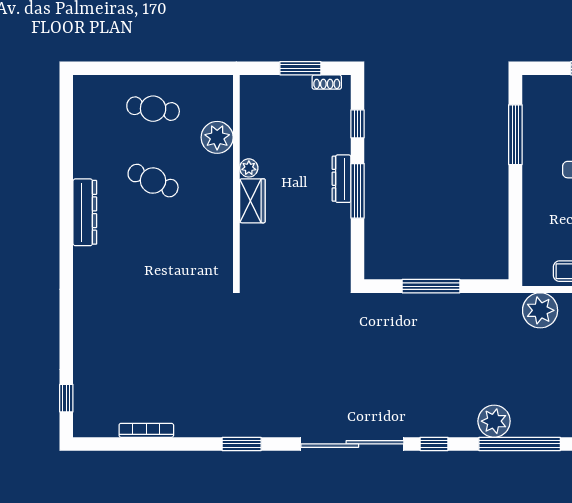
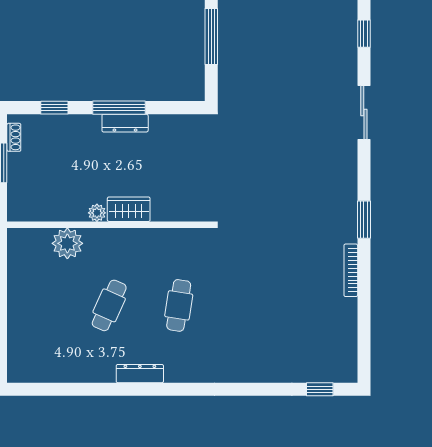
cafe table: (153, 109) -> (179, 305), moved
dresser: (342, 179) -> (125, 123), moved
dresser: (85, 212) -> (140, 374), width x0.73, depth x0.80
bookcase: (146, 430) -> (351, 270), moved
sliding door: (352, 444) -> (364, 113), width x0.54

